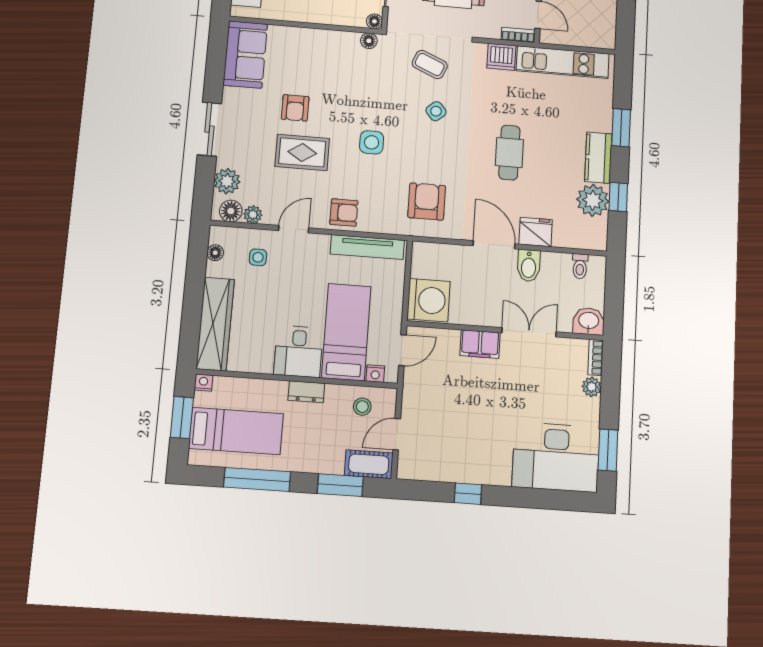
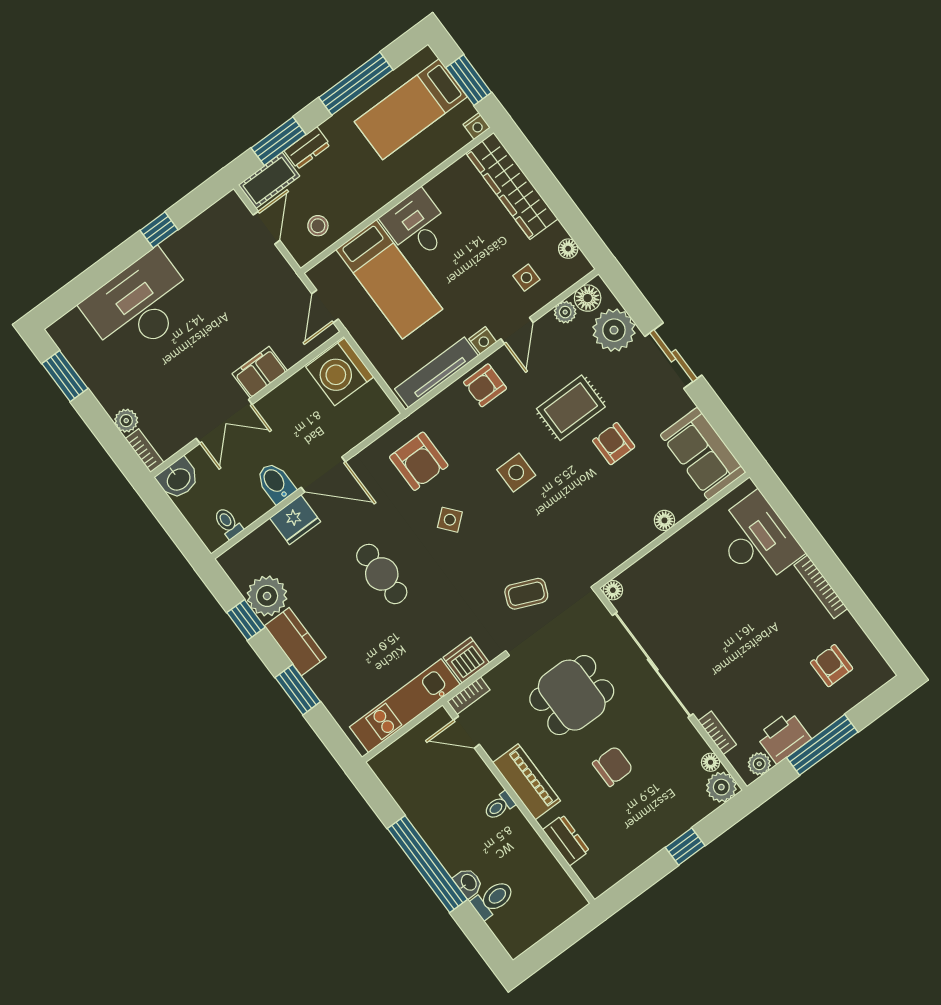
floor lamp: (369, 41) -> (664, 520), moved
side table: (436, 111) -> (450, 520), moved
plant: (227, 181) -> (614, 330), width x1.36, depth x1.36
nightstand: (375, 374) -> (483, 340), moved, turned 180
dresser: (306, 392) -> (307, 148), moved, turned 180
desk: (556, 457) -> (140, 305), moved

